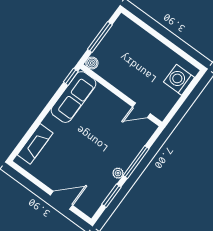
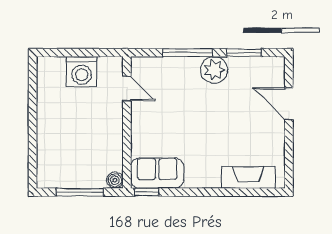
washing machine: (179, 80) -> (82, 72), moved
sofa: (73, 97) -> (157, 173), width x0.73
plant: (118, 173) -> (214, 70), width x1.88, depth x1.88

